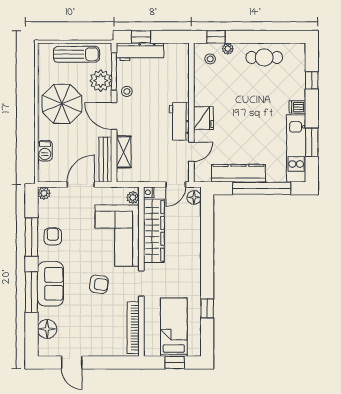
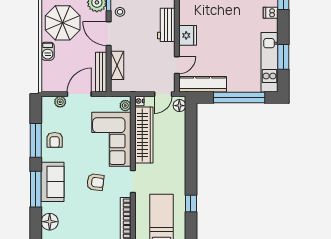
dishwasher: (297, 107) -> (271, 13), moved
workbench: (179, 121) -> (166, 25), moved
barbecue: (45, 151) -> (48, 51), moved
kitchen counter: (238, 173) -> (203, 84), moved
plant: (44, 193) -> (60, 102), moved
armchair: (53, 236) -> (55, 140), turned 180

